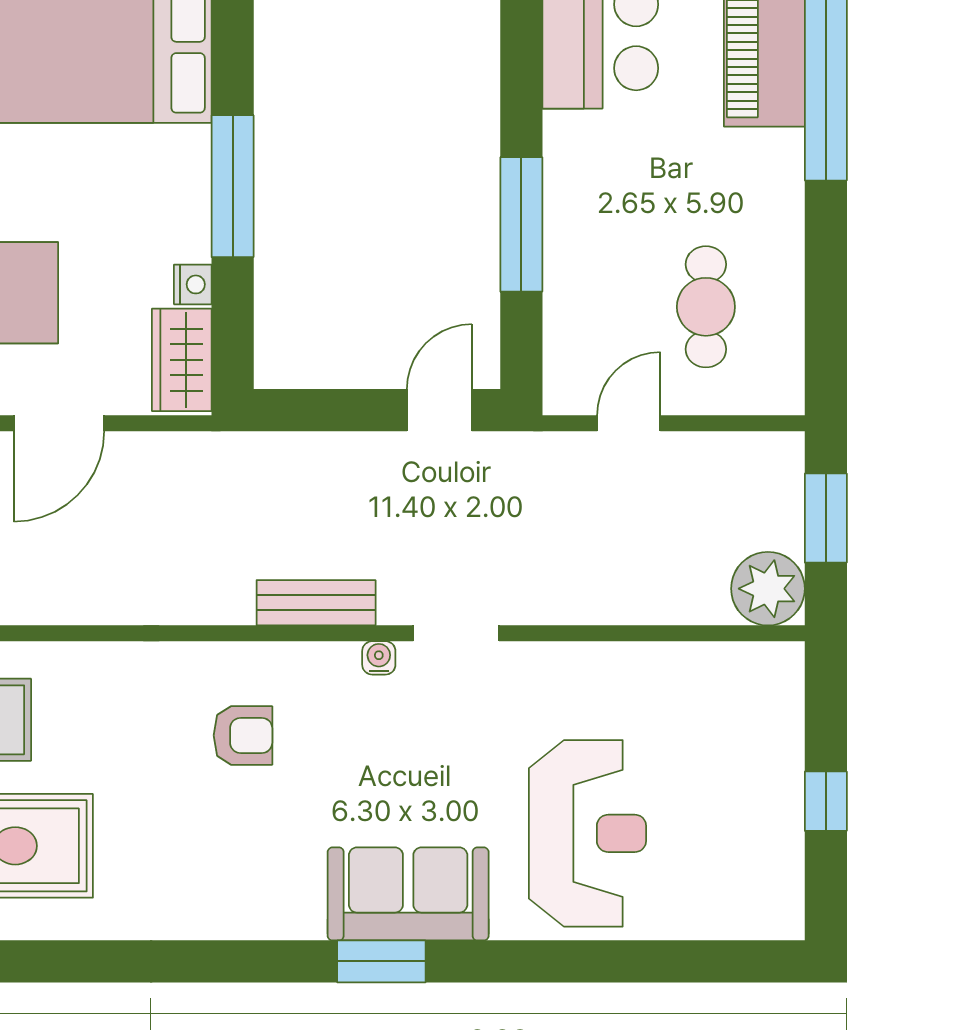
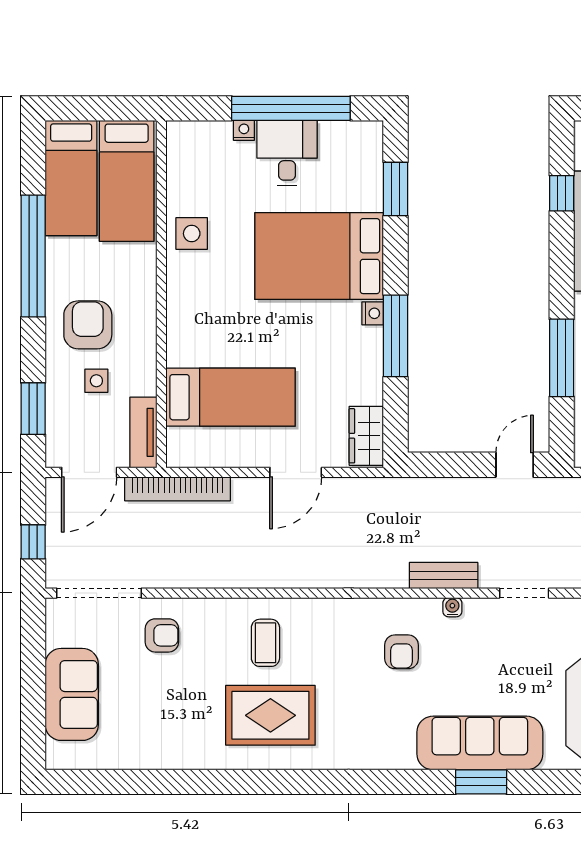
nightstand: (193, 284) -> (373, 313), moved
water cooler: (379, 658) -> (452, 607), moved
armchair: (243, 735) -> (402, 652), turned 90
sofa: (408, 894) -> (480, 743), width x1.36

